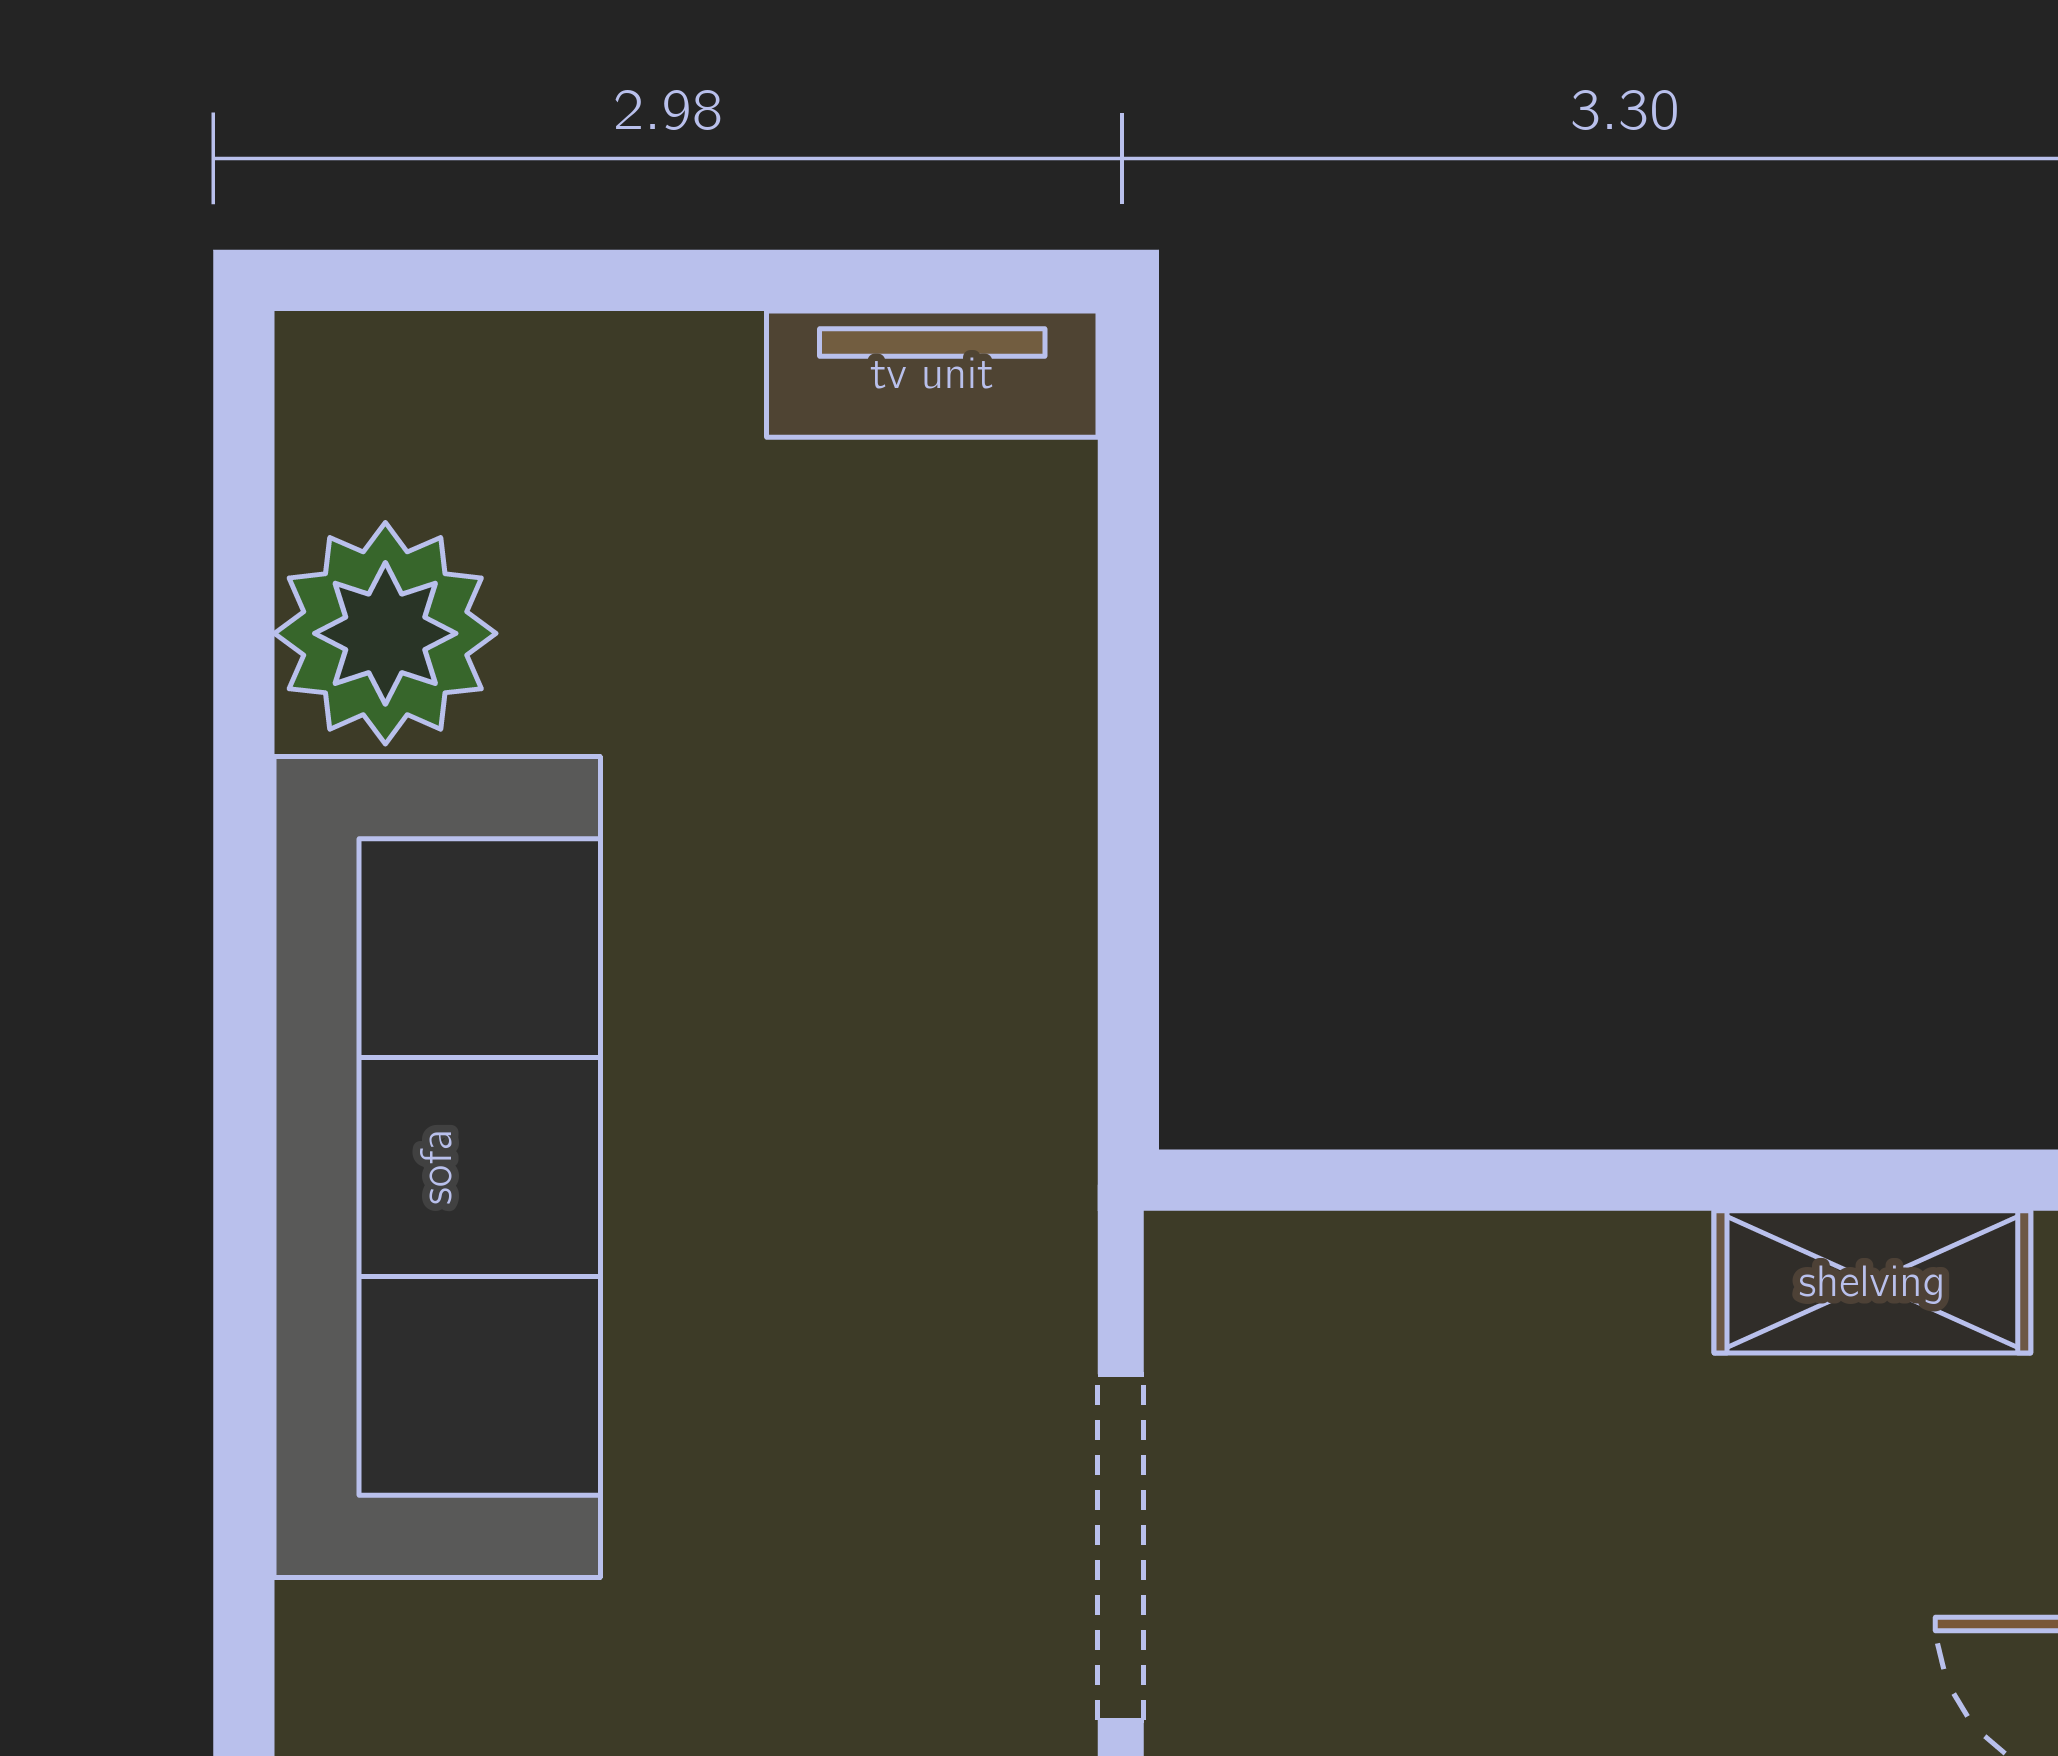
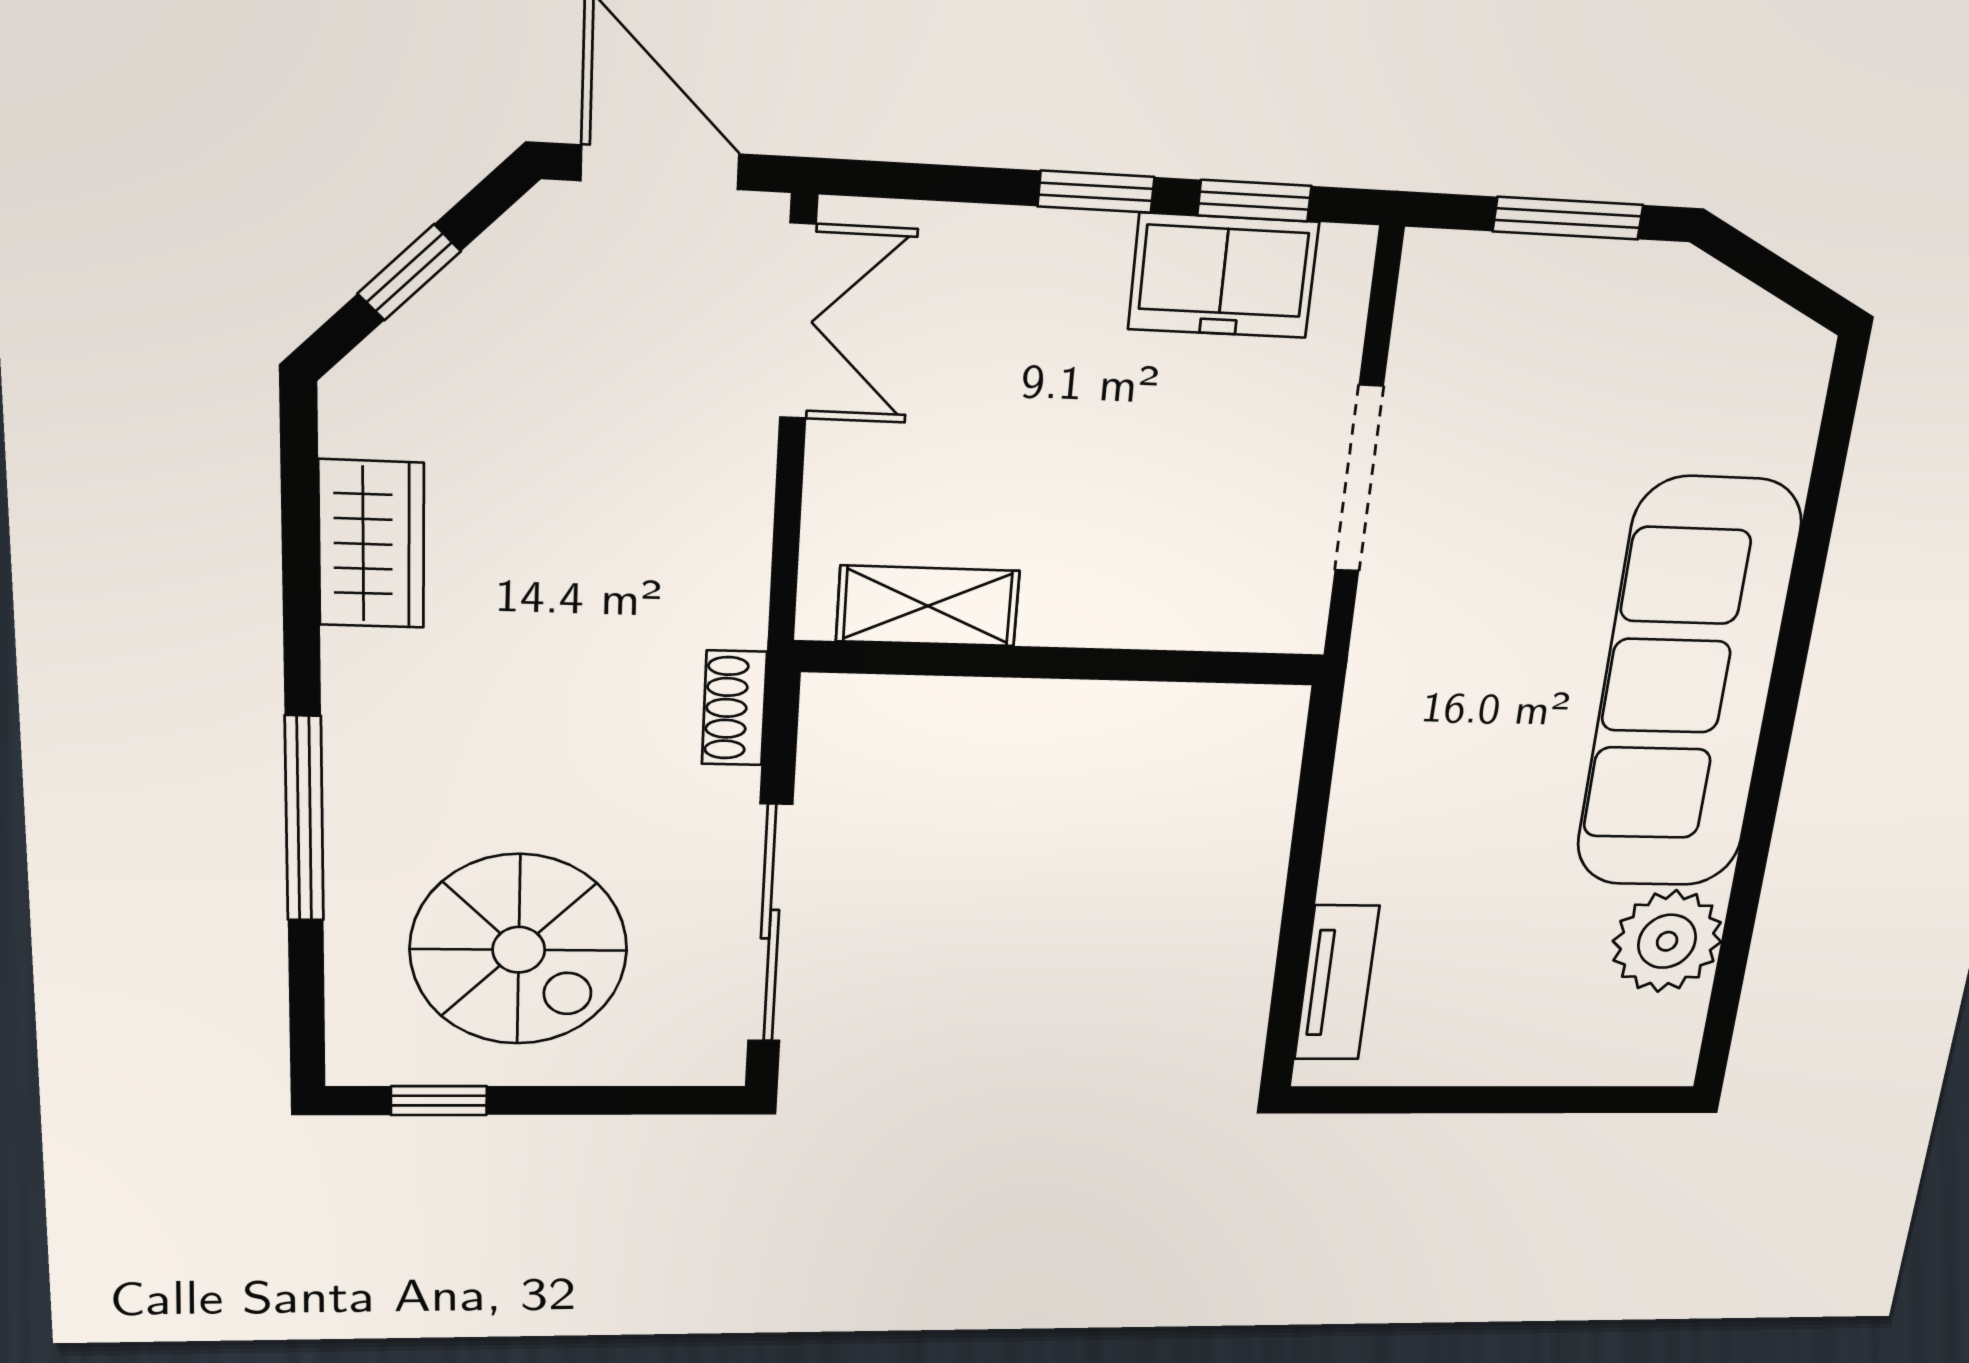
tv unit: (932, 374) -> (1337, 983), moved, turned 90

